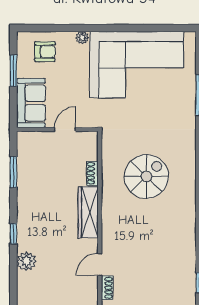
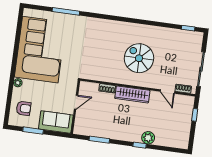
armchair: (45, 52) -> (24, 108), turned 90
door: (65, 129) -> (76, 102), swing flipped
spiral stairs: (146, 176) -> (139, 58), moved
plant: (26, 261) -> (148, 138), moved

